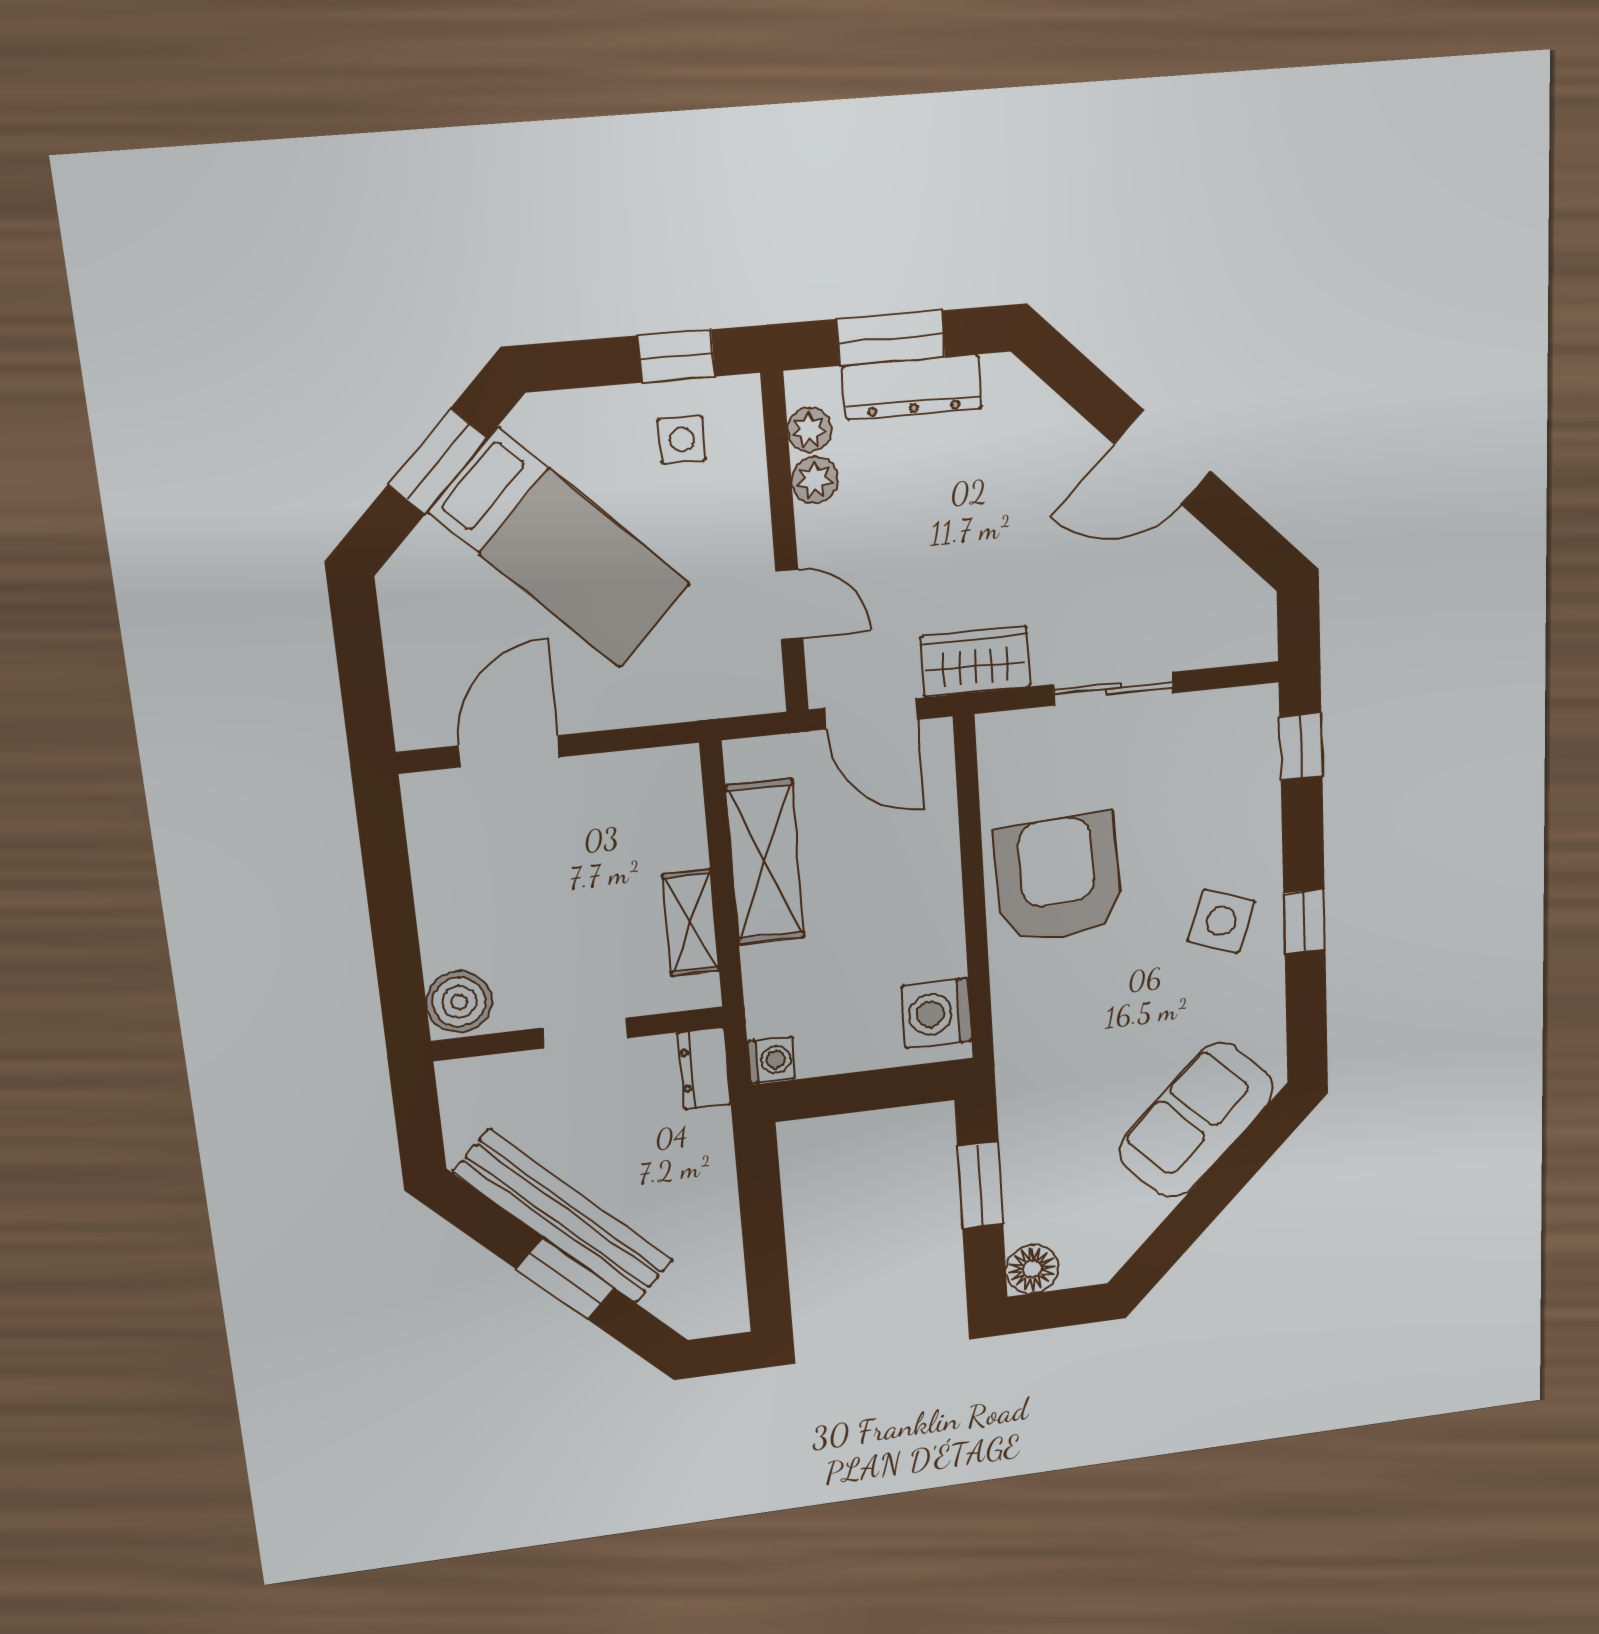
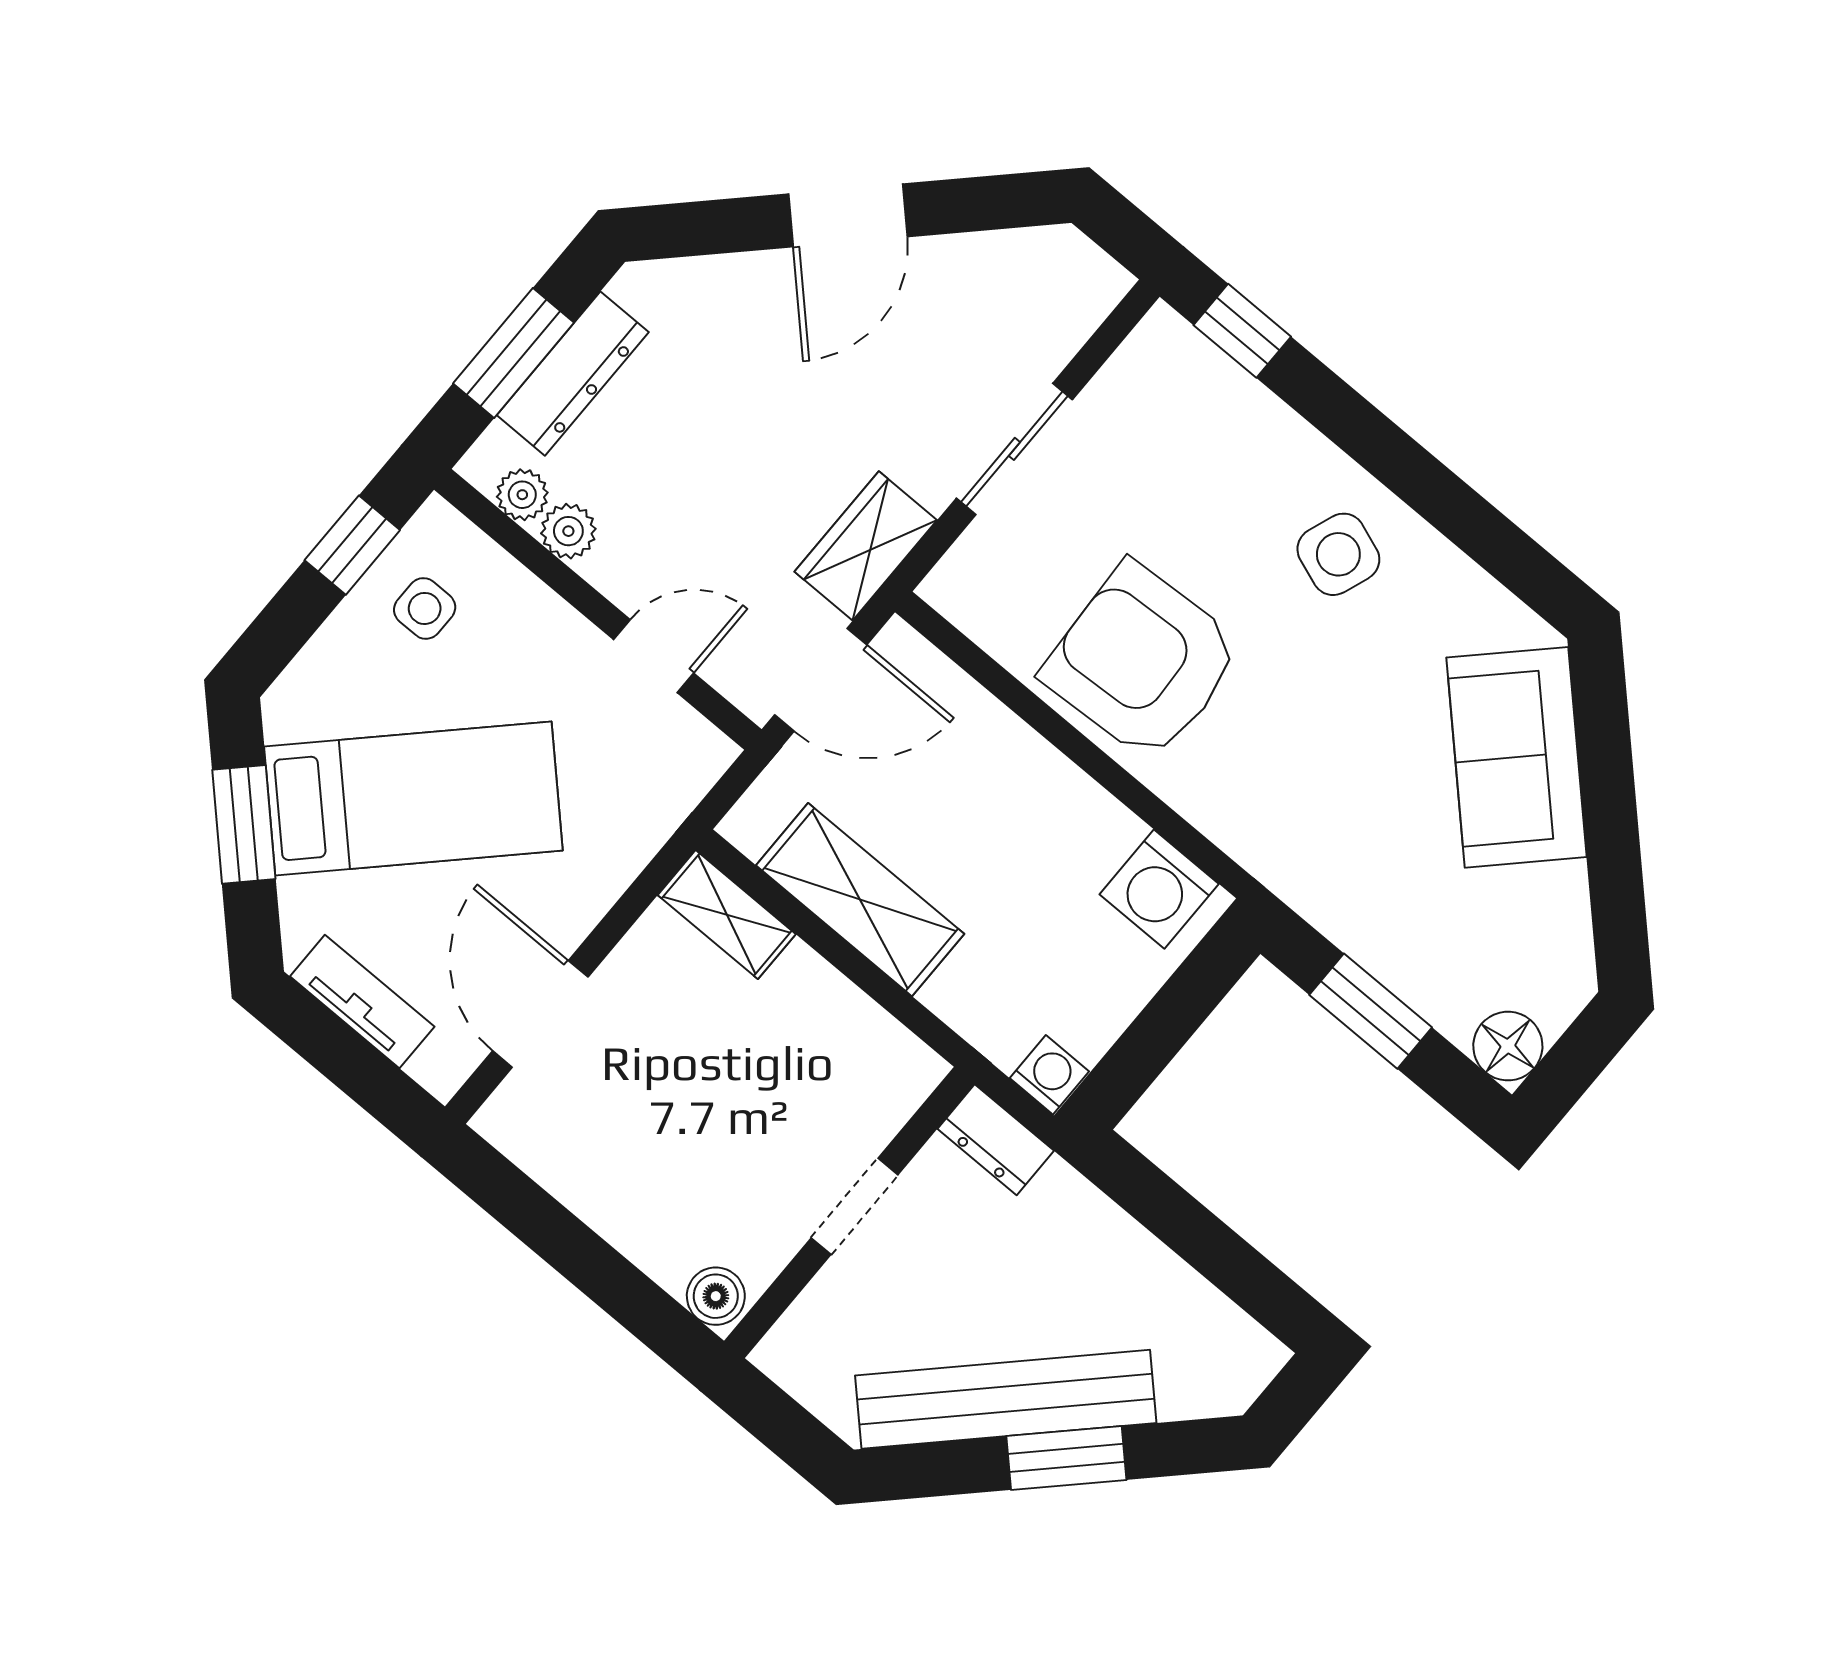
tv unit: (406, 641) -> (362, 1002), added
window: (1305, 921) -> (1419, 479), removed
shelving: (691, 923) -> (727, 915), moved
boiler: (459, 1002) -> (716, 1296), width x0.73, depth x0.73

